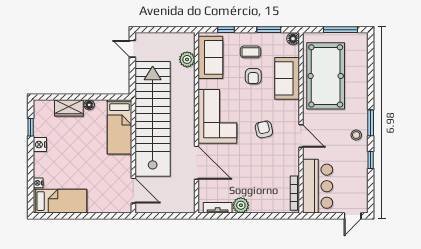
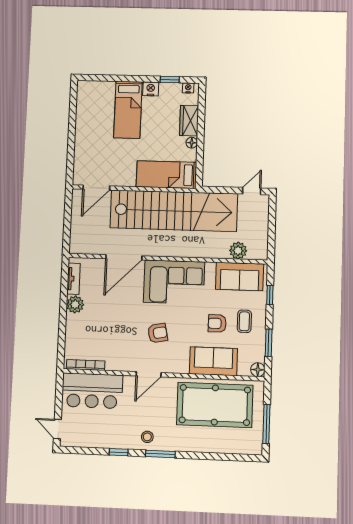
nightstand: (38, 183) -> (188, 88), moved
bed: (60, 201) -> (128, 110), moved

